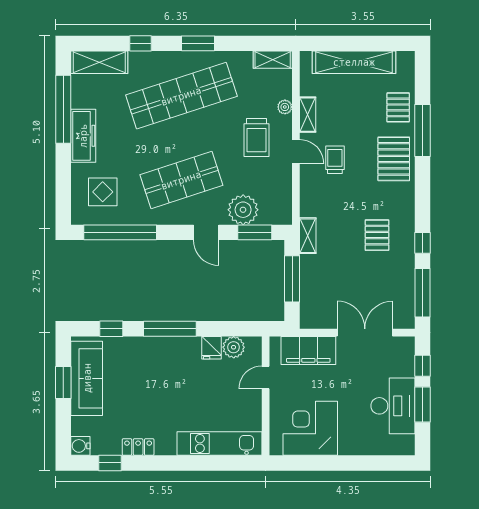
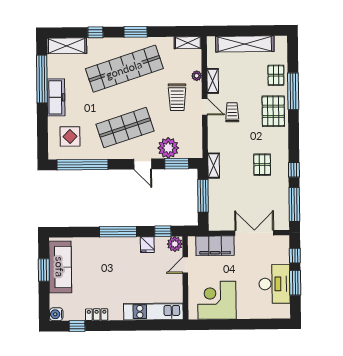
window: (111, 329) -> (163, 231), moved
plant: (234, 347) -> (175, 244), moved

